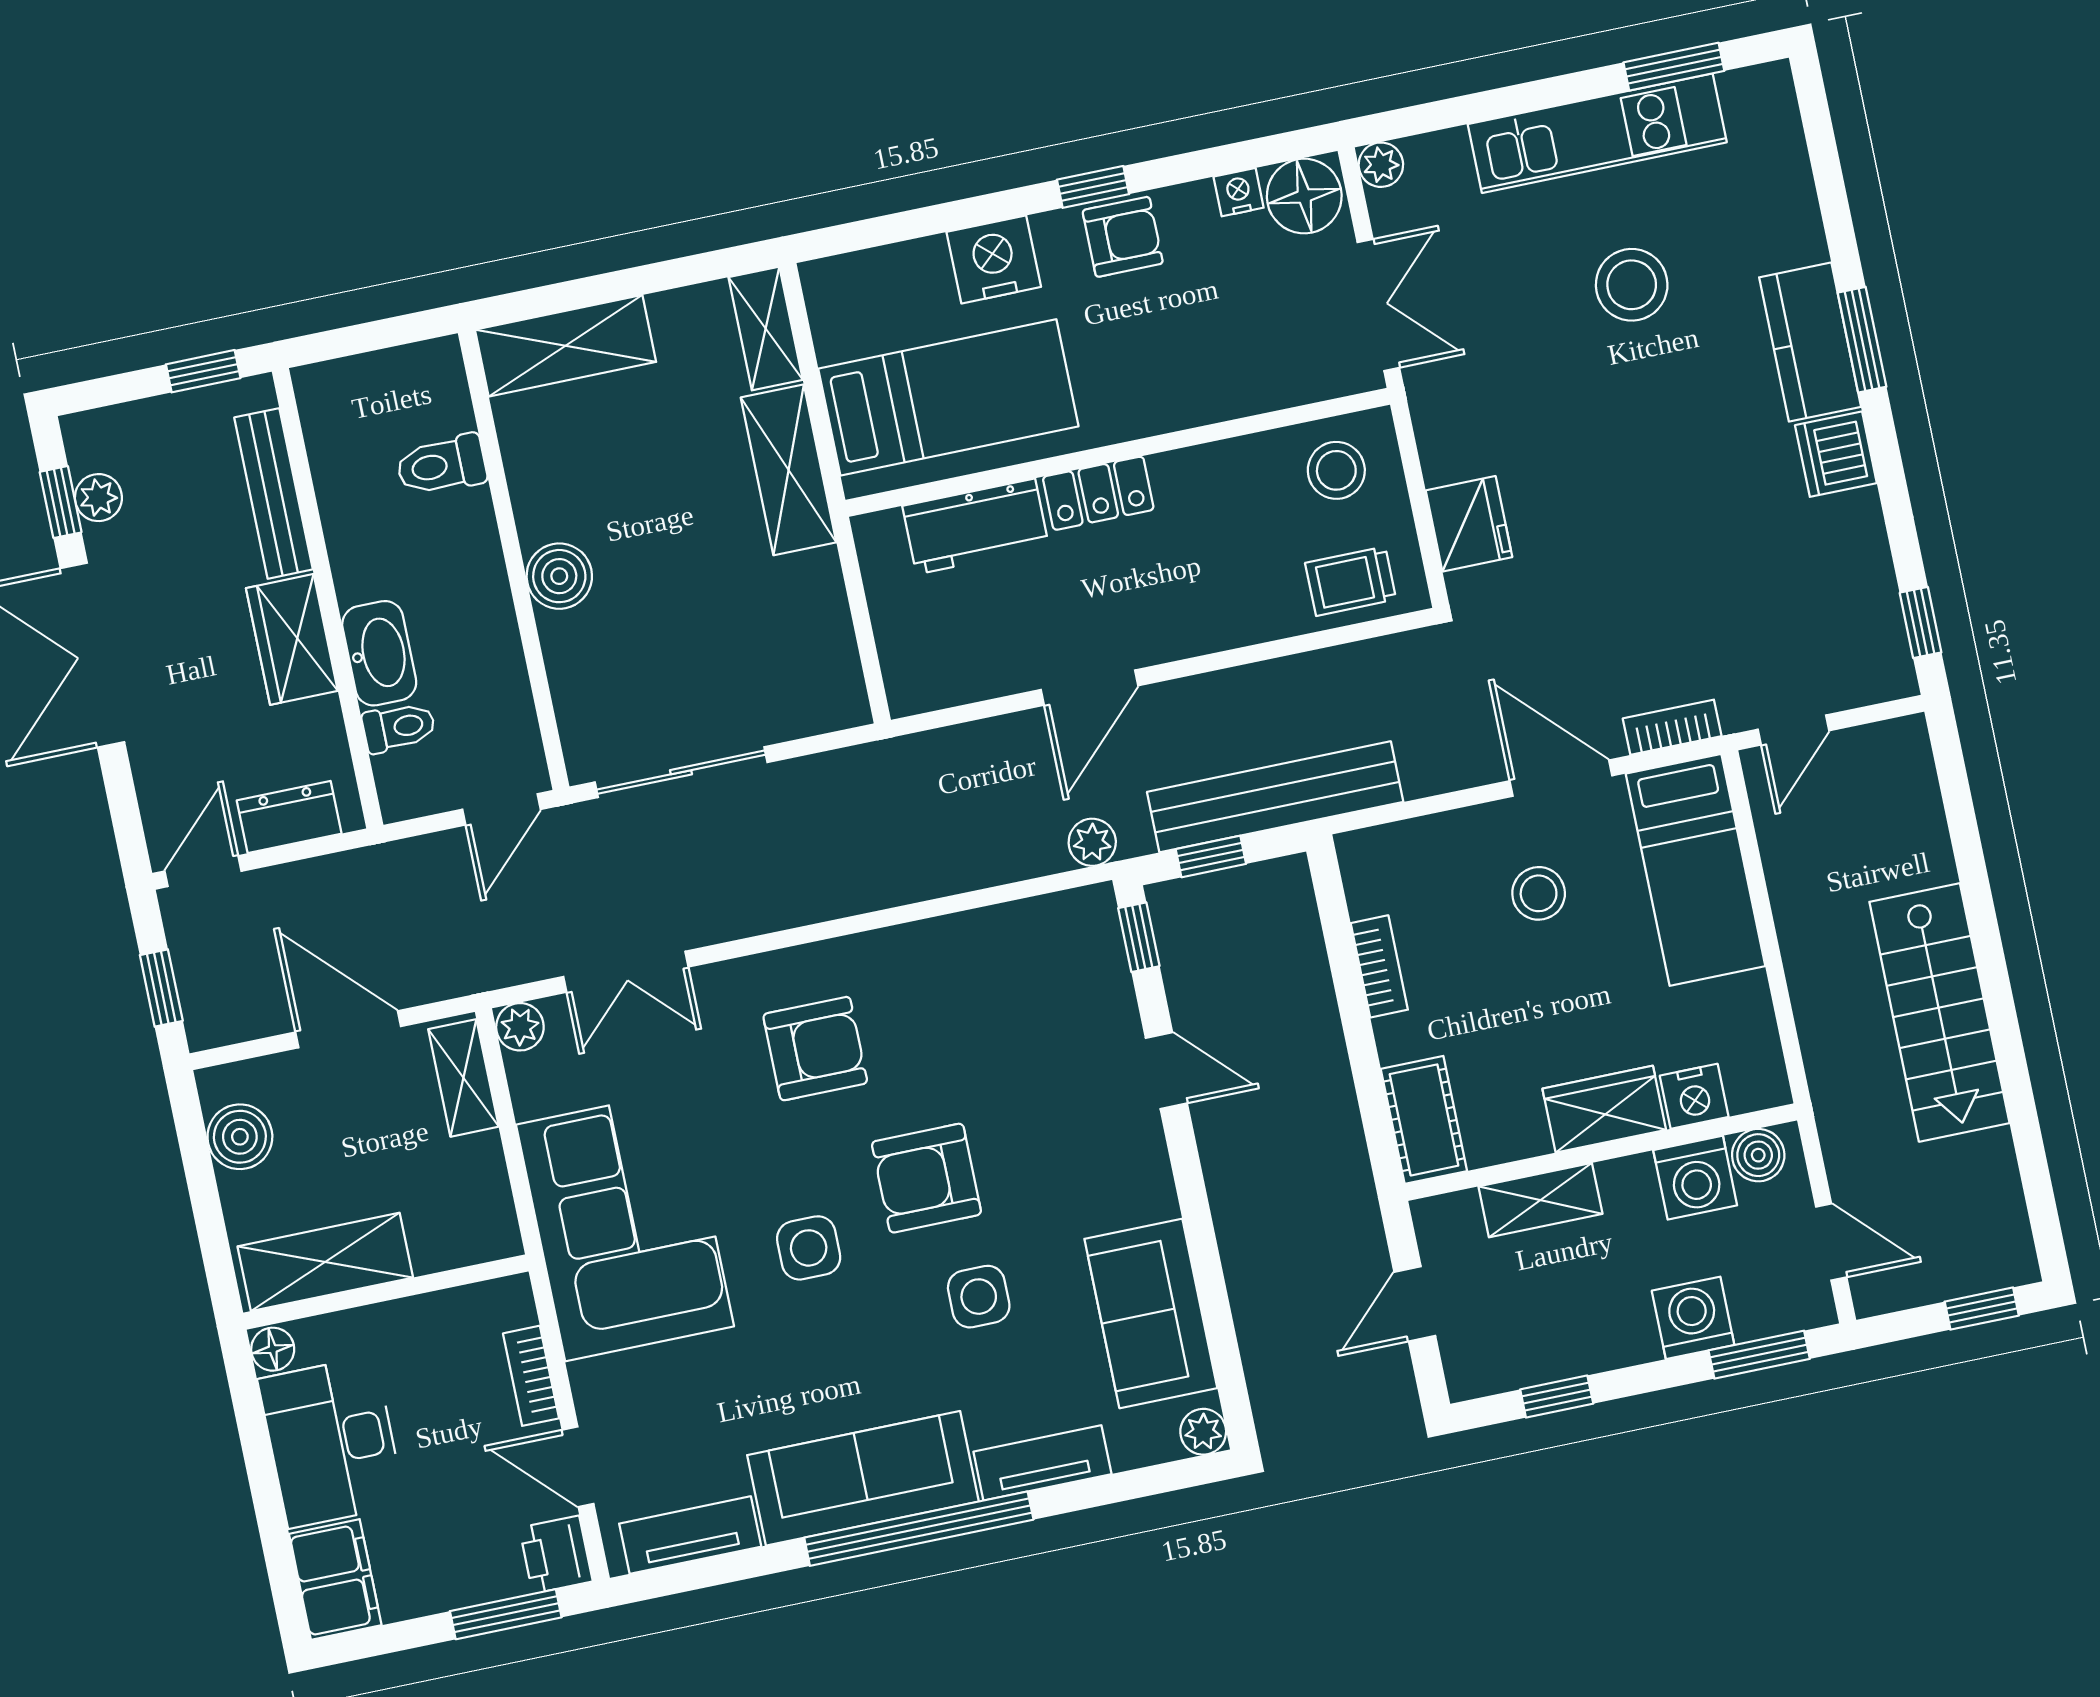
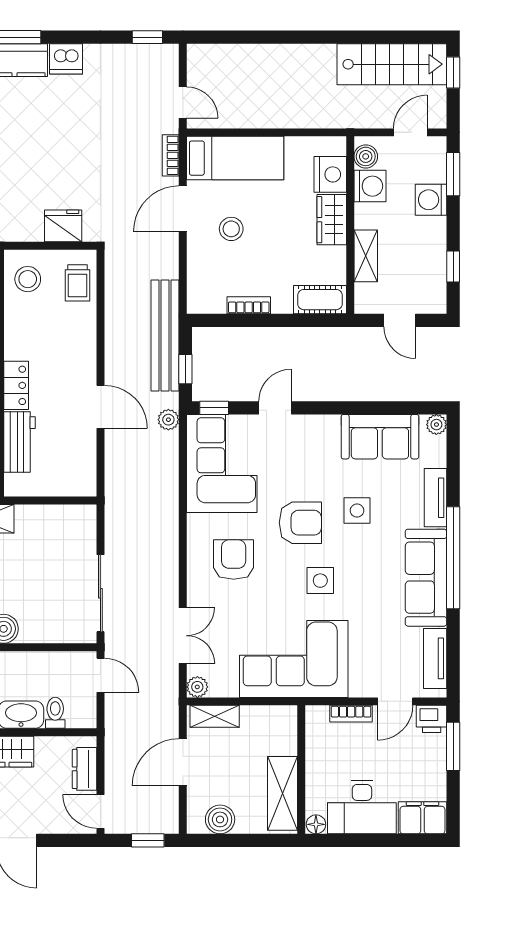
corner sofa: (1020, 979) -> (222, 464), added
stairs: (1939, 1012) -> (392, 64), moved
nightstand: (1694, 1096) -> (330, 174), width x1.36, depth x1.33
armchair: (926, 1178) -> (300, 523), turned -90

